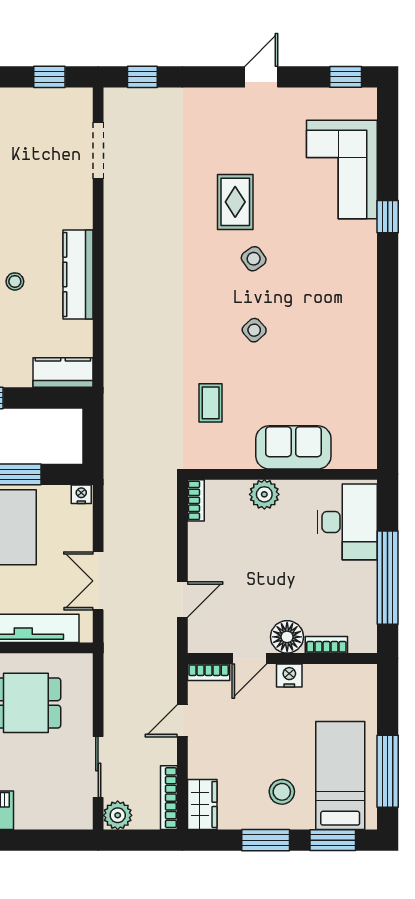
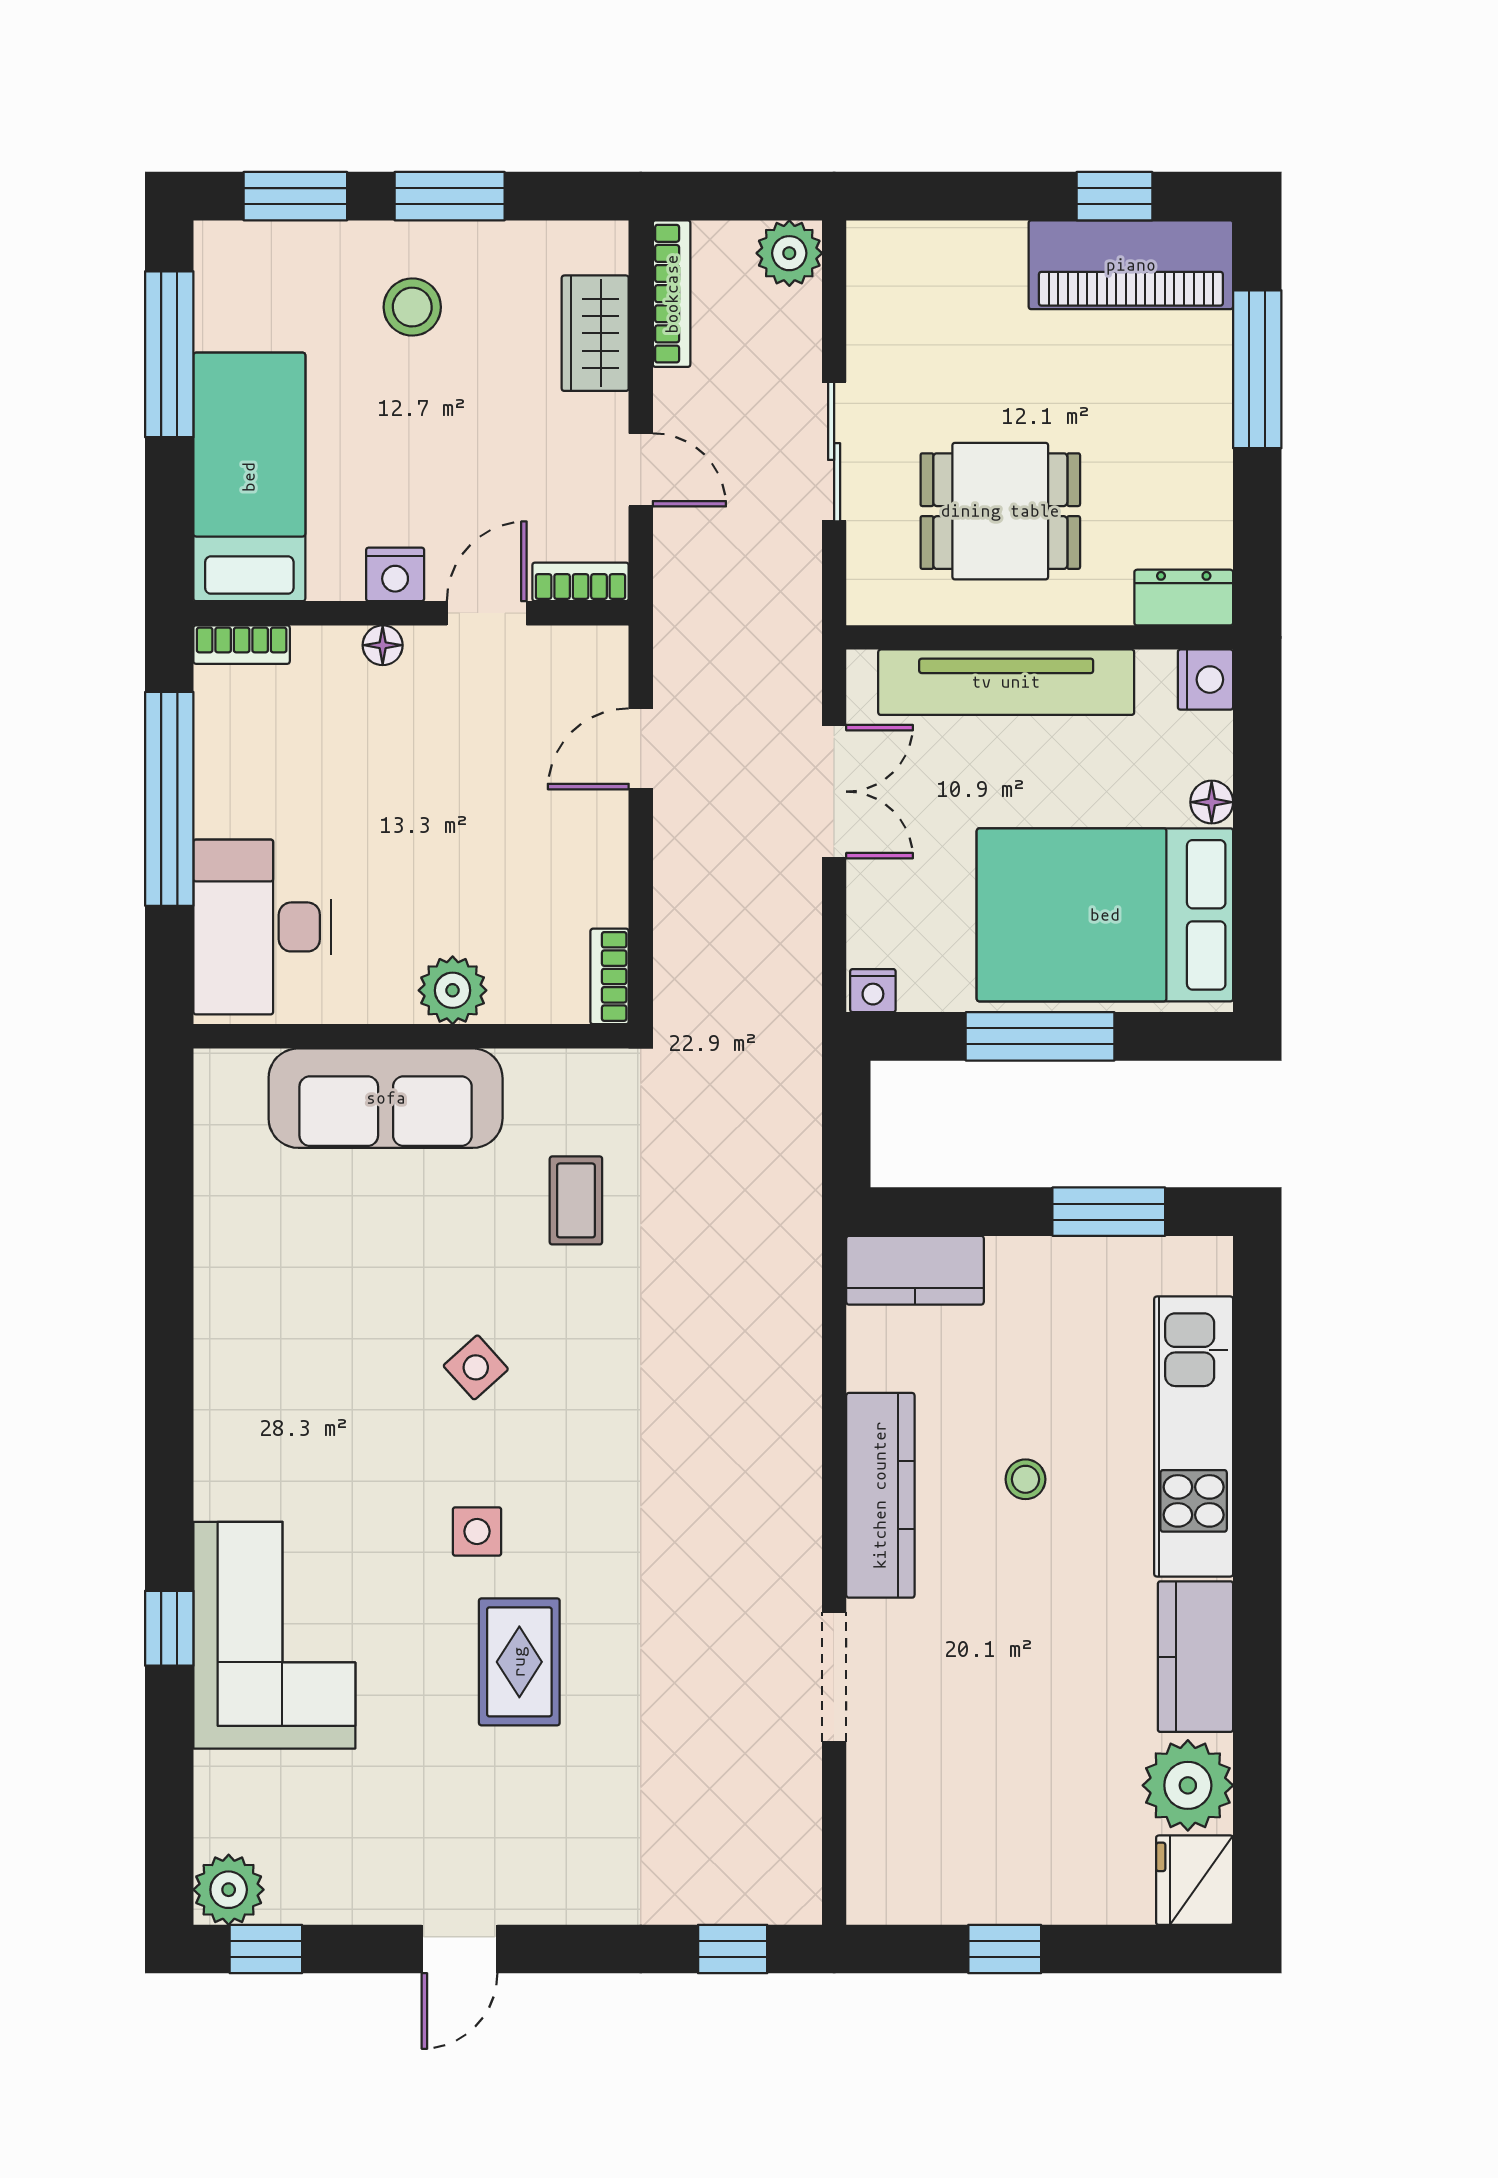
window: (49, 77) -> (1005, 1949), moved
plant: (362, 103) -> (229, 1890), added
doorway: (98, 150) -> (834, 1677), moved
corner sofa: (342, 170) -> (274, 1635), moved
side table: (254, 259) -> (477, 1531), turned 35
sofa: (293, 447) -> (386, 1098), width x1.36
floor lamp: (287, 637) -> (383, 645), width x0.53, depth x0.53
bookcase: (326, 645) -> (242, 645), moved
door: (182, 721) -> (641, 470), hinge flipped
sliding door: (98, 767) -> (834, 452), moved
bed: (340, 775) -> (249, 477), moved, turned 180
wardrobe: (202, 804) -> (595, 333), moved

